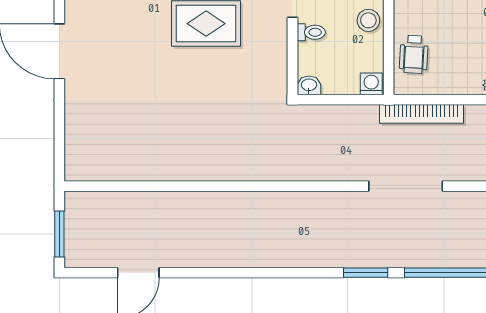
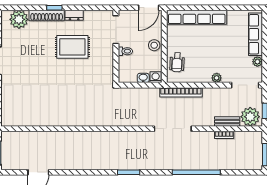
washbasin: (309, 85) -> (143, 78), moved
window: (366, 273) -> (129, 172), moved

